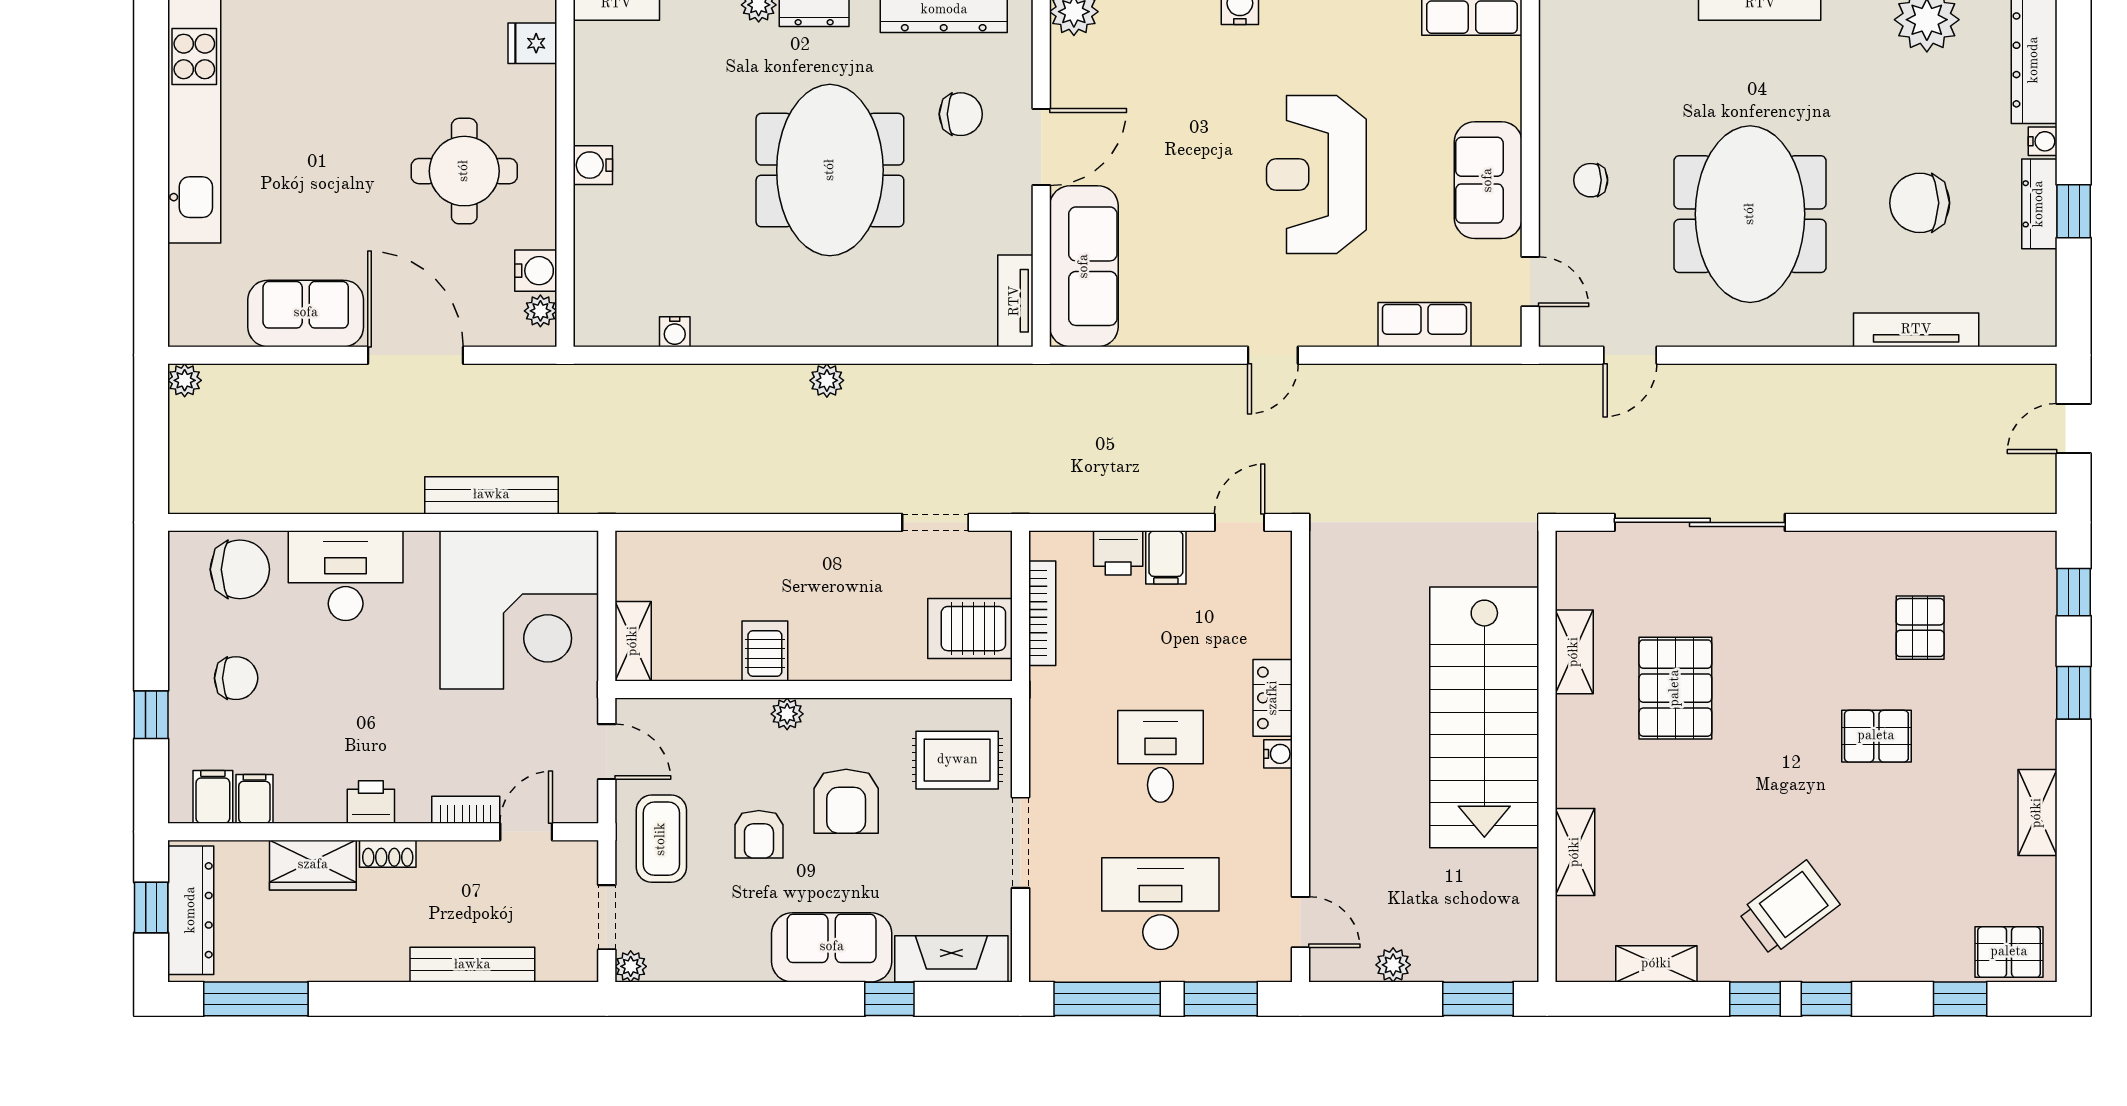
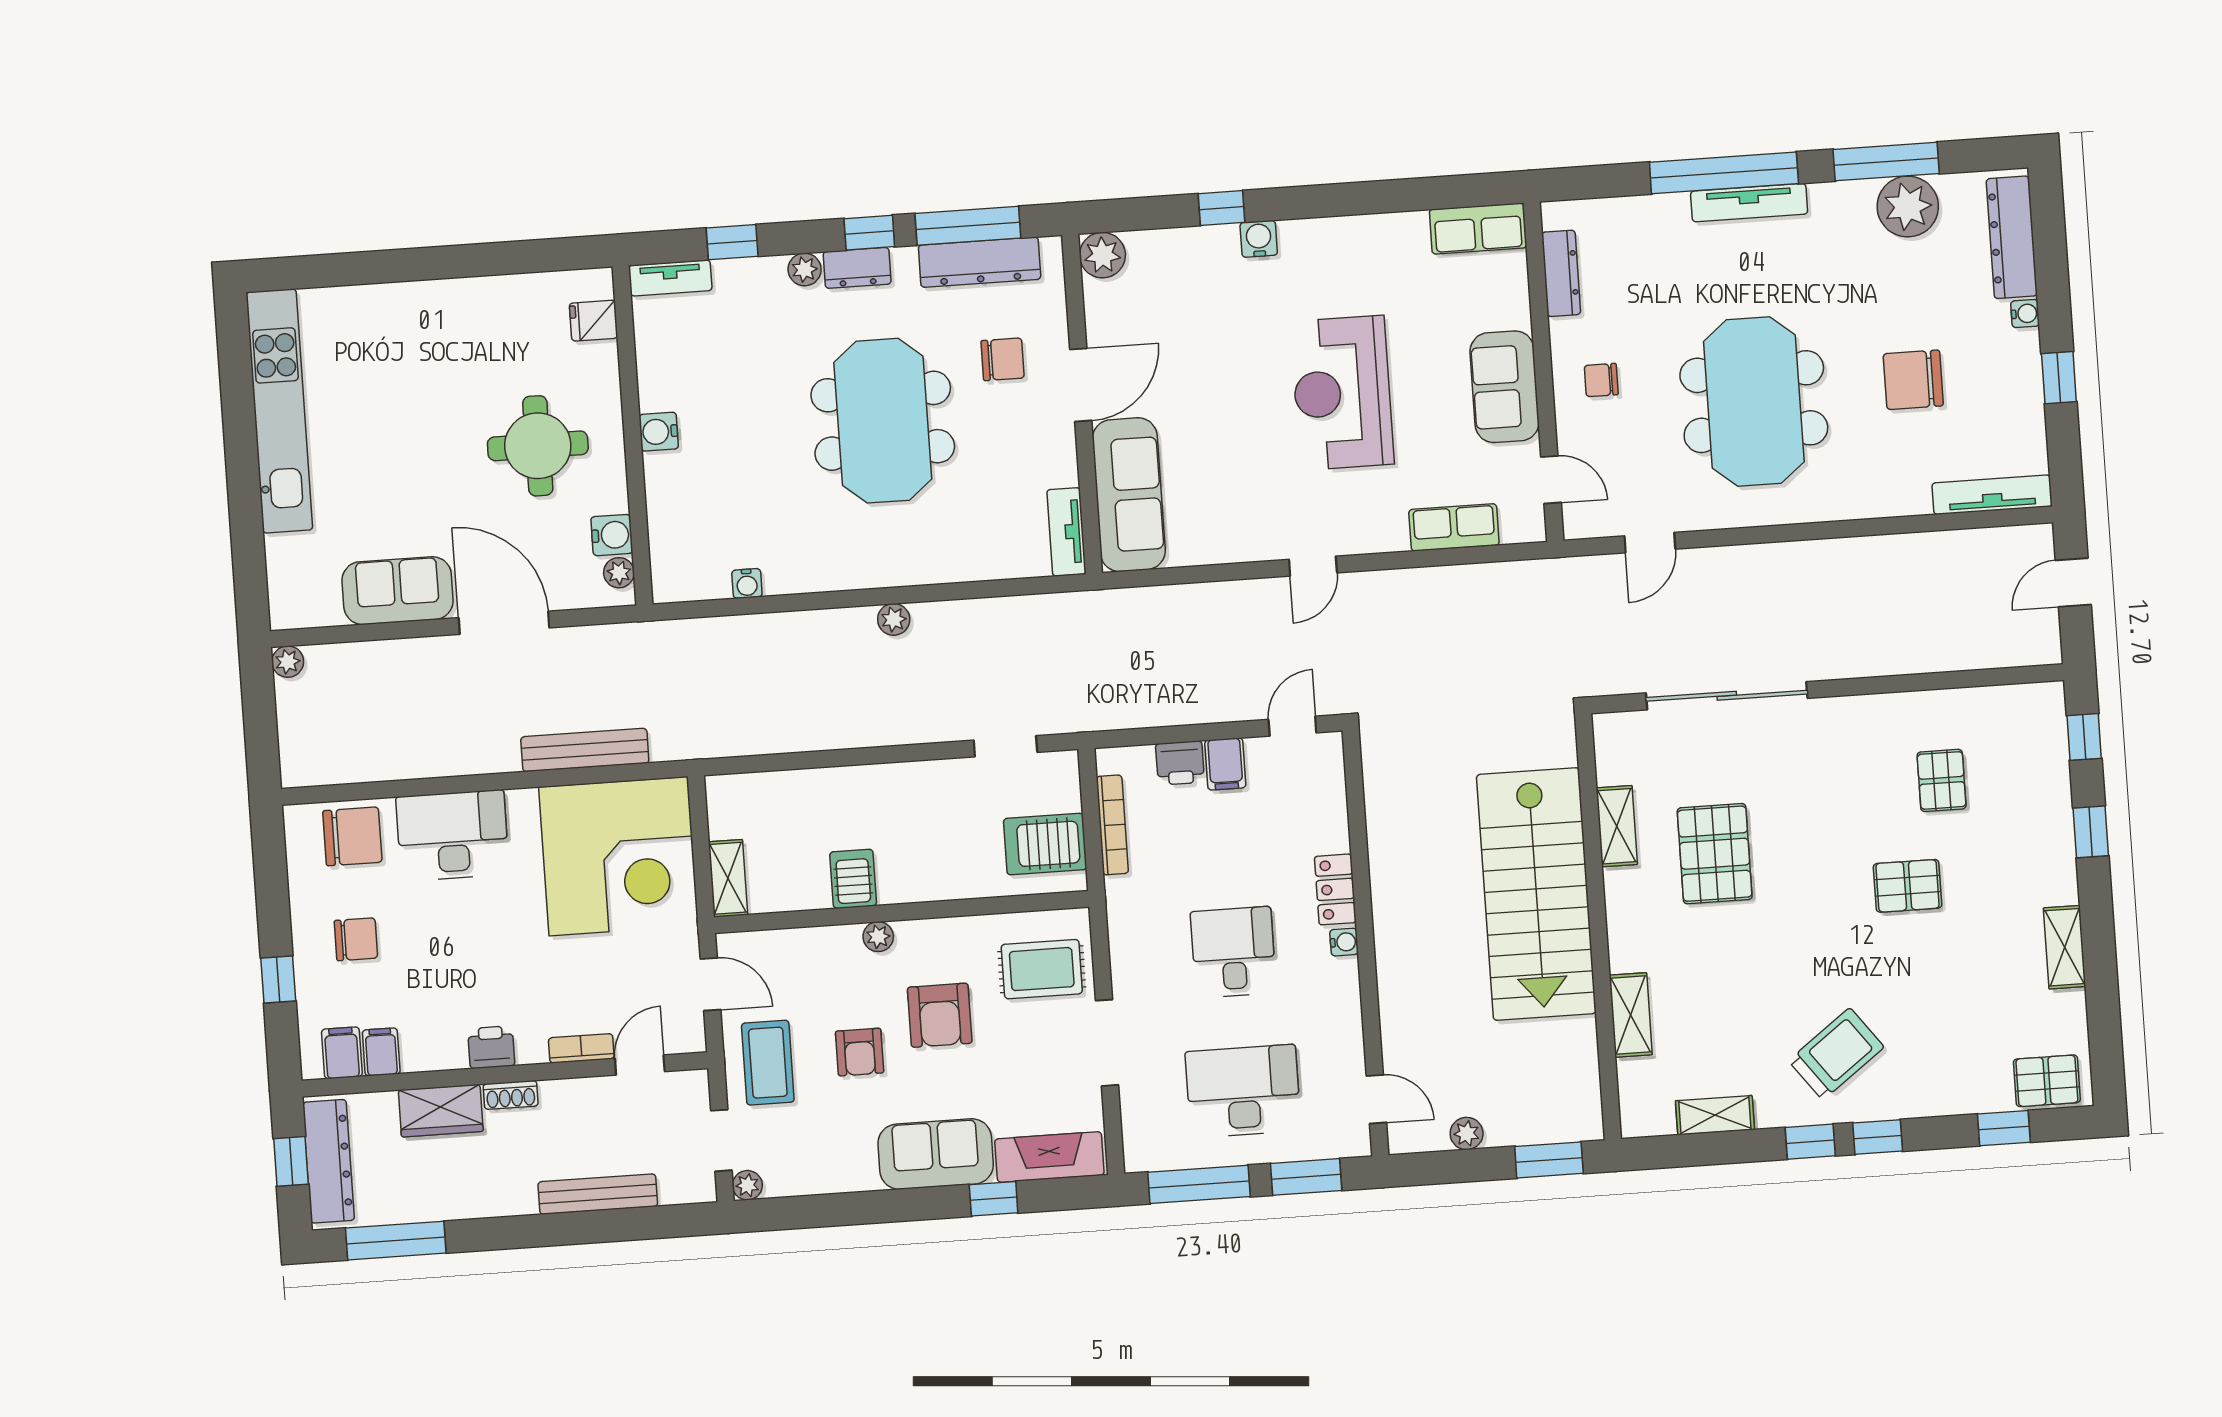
dresser: (2039, 204) -> (1561, 273), moved, turned 180
tv unit: (1916, 330) -> (1992, 495), moved

